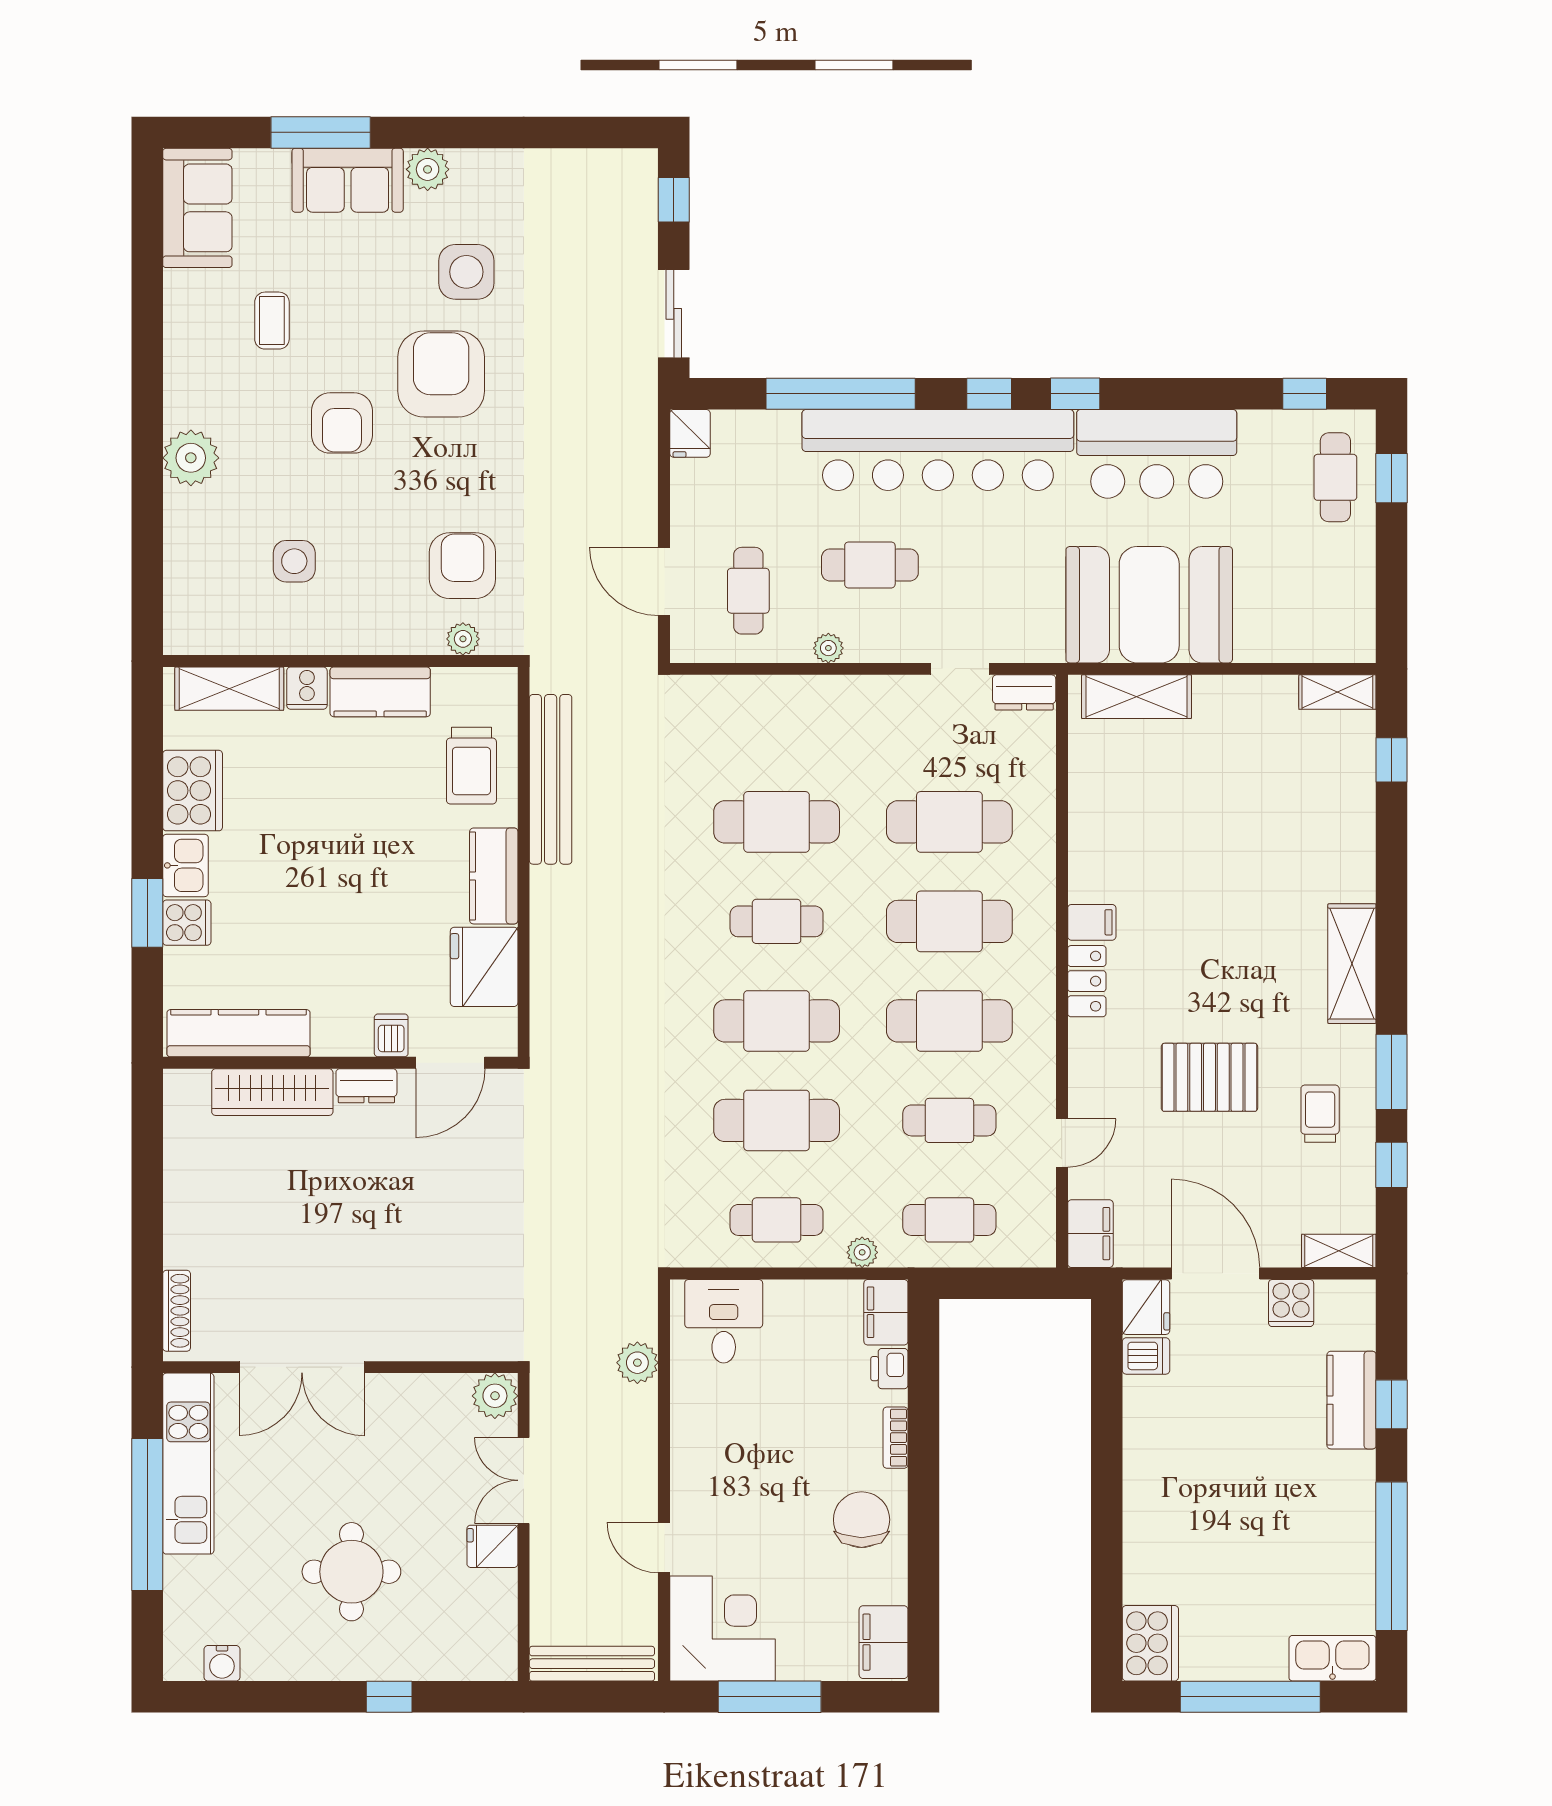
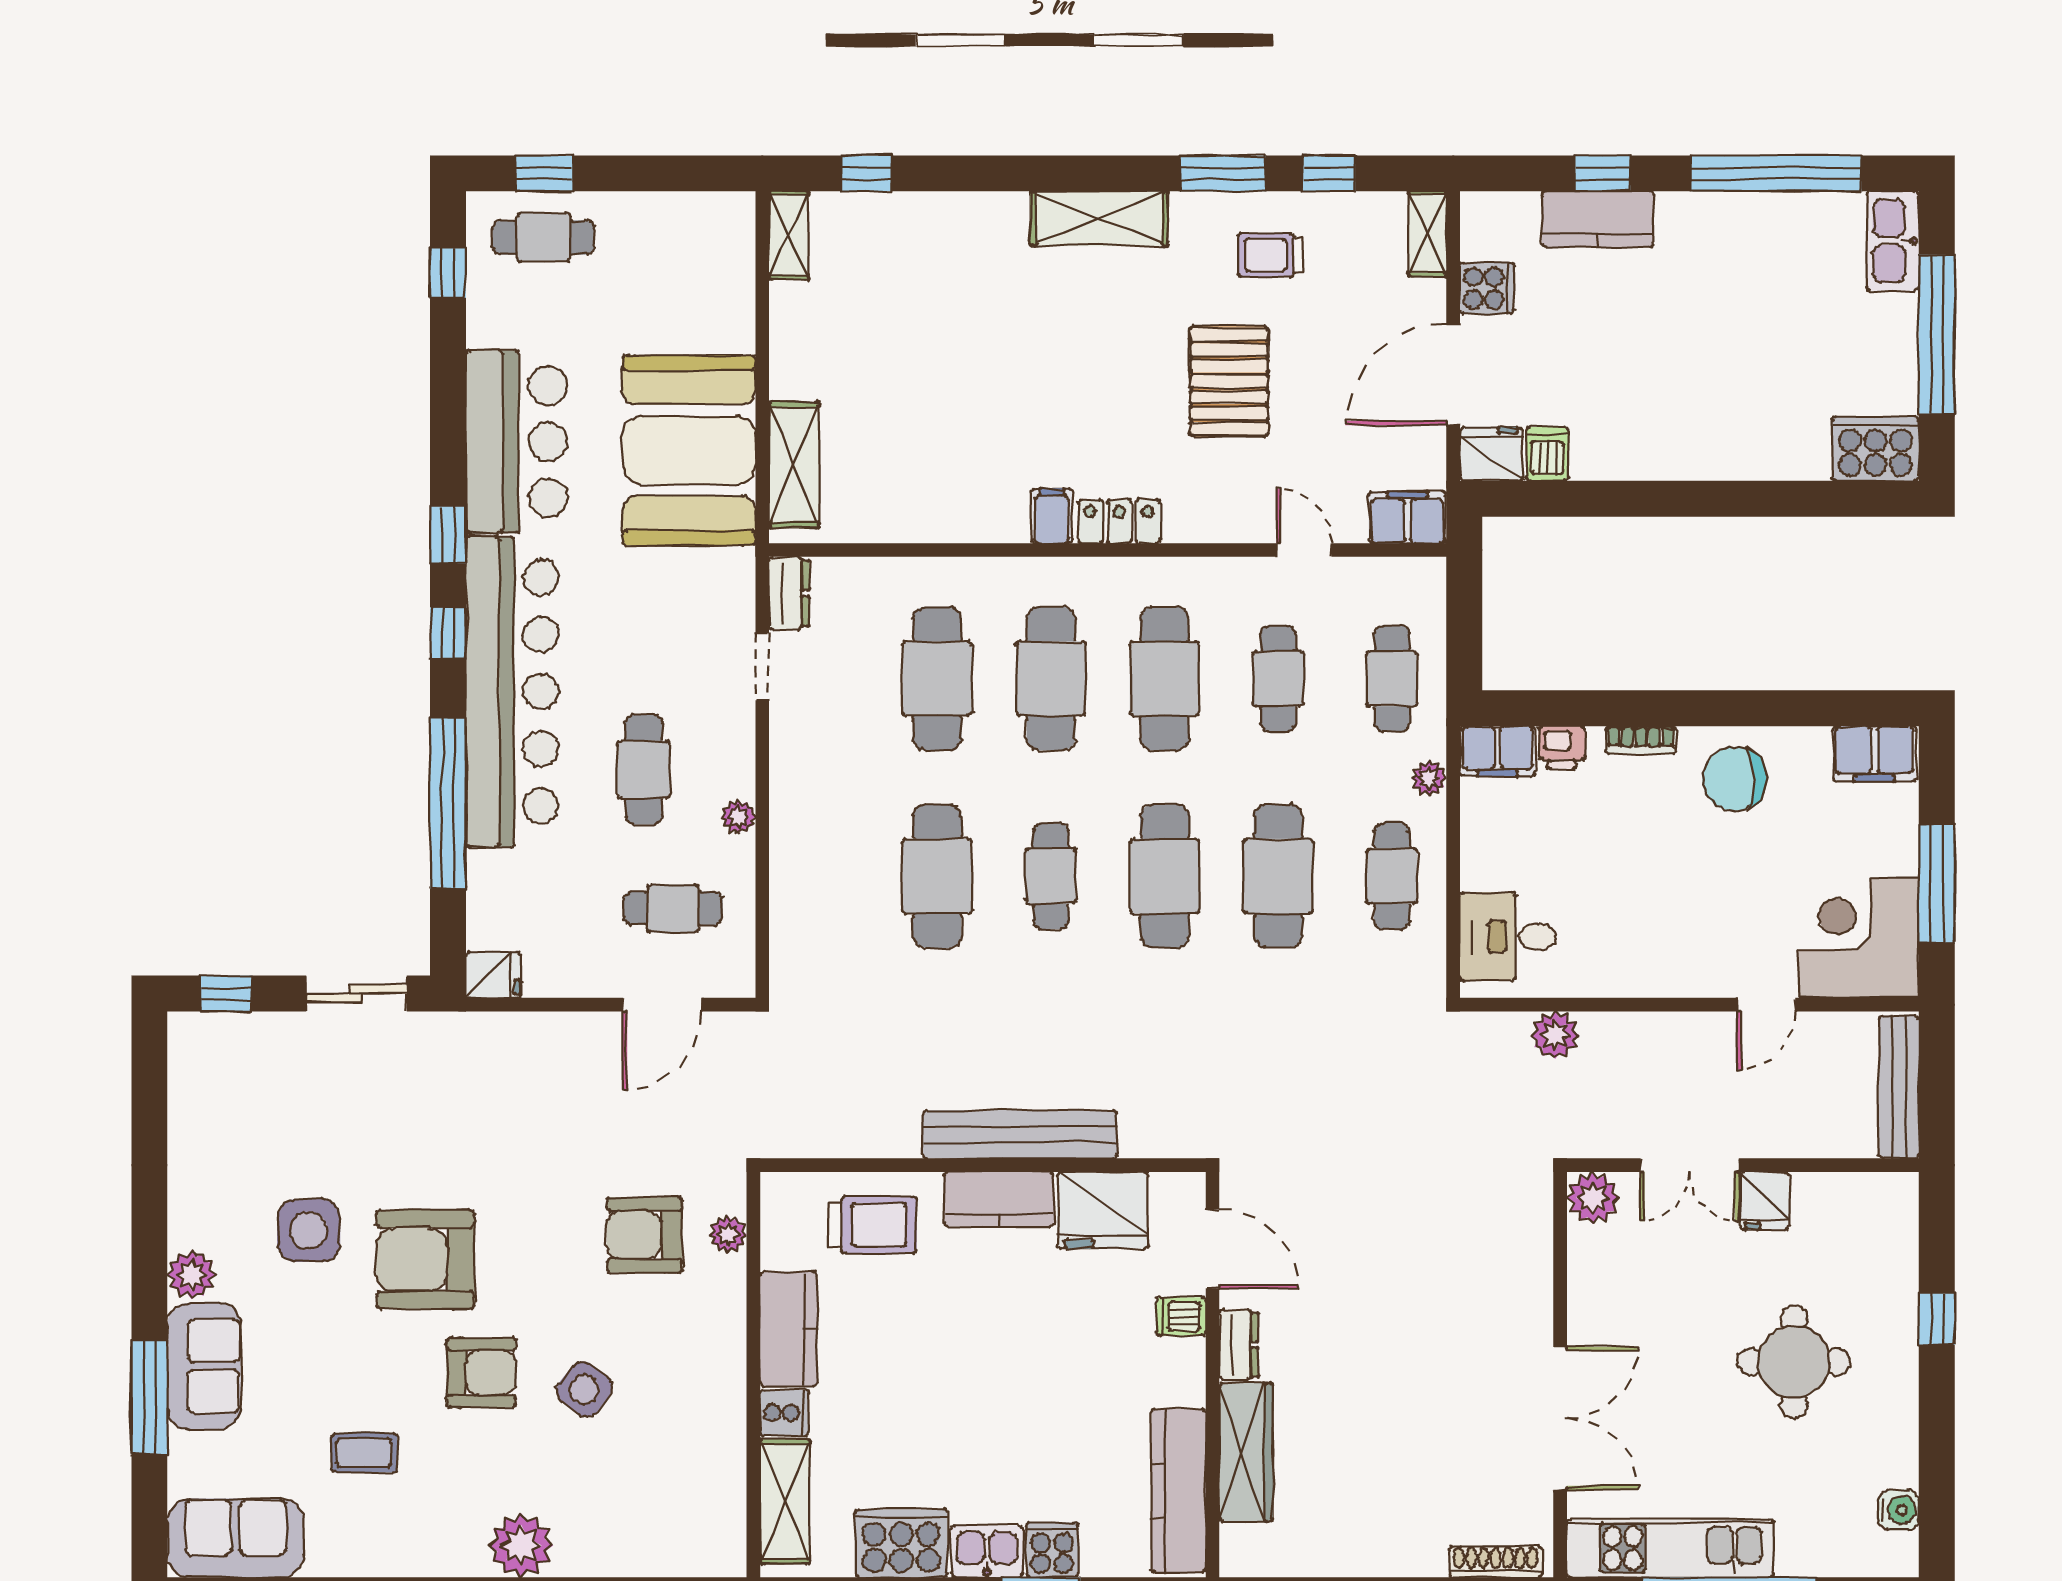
side table: (294, 561) -> (584, 1389), moved, turned 38
bench: (551, 779) -> (1020, 1134), moved

